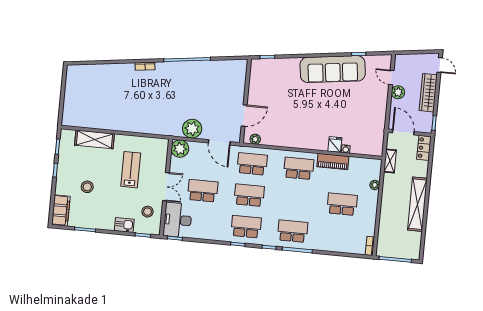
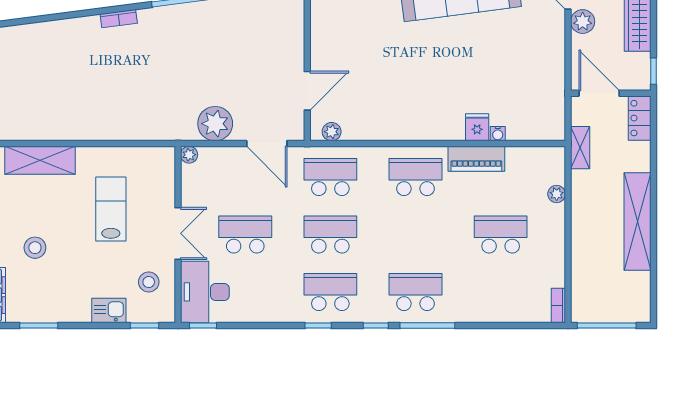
plant: (180, 149) -> (189, 155), width x0.53, depth x0.53

